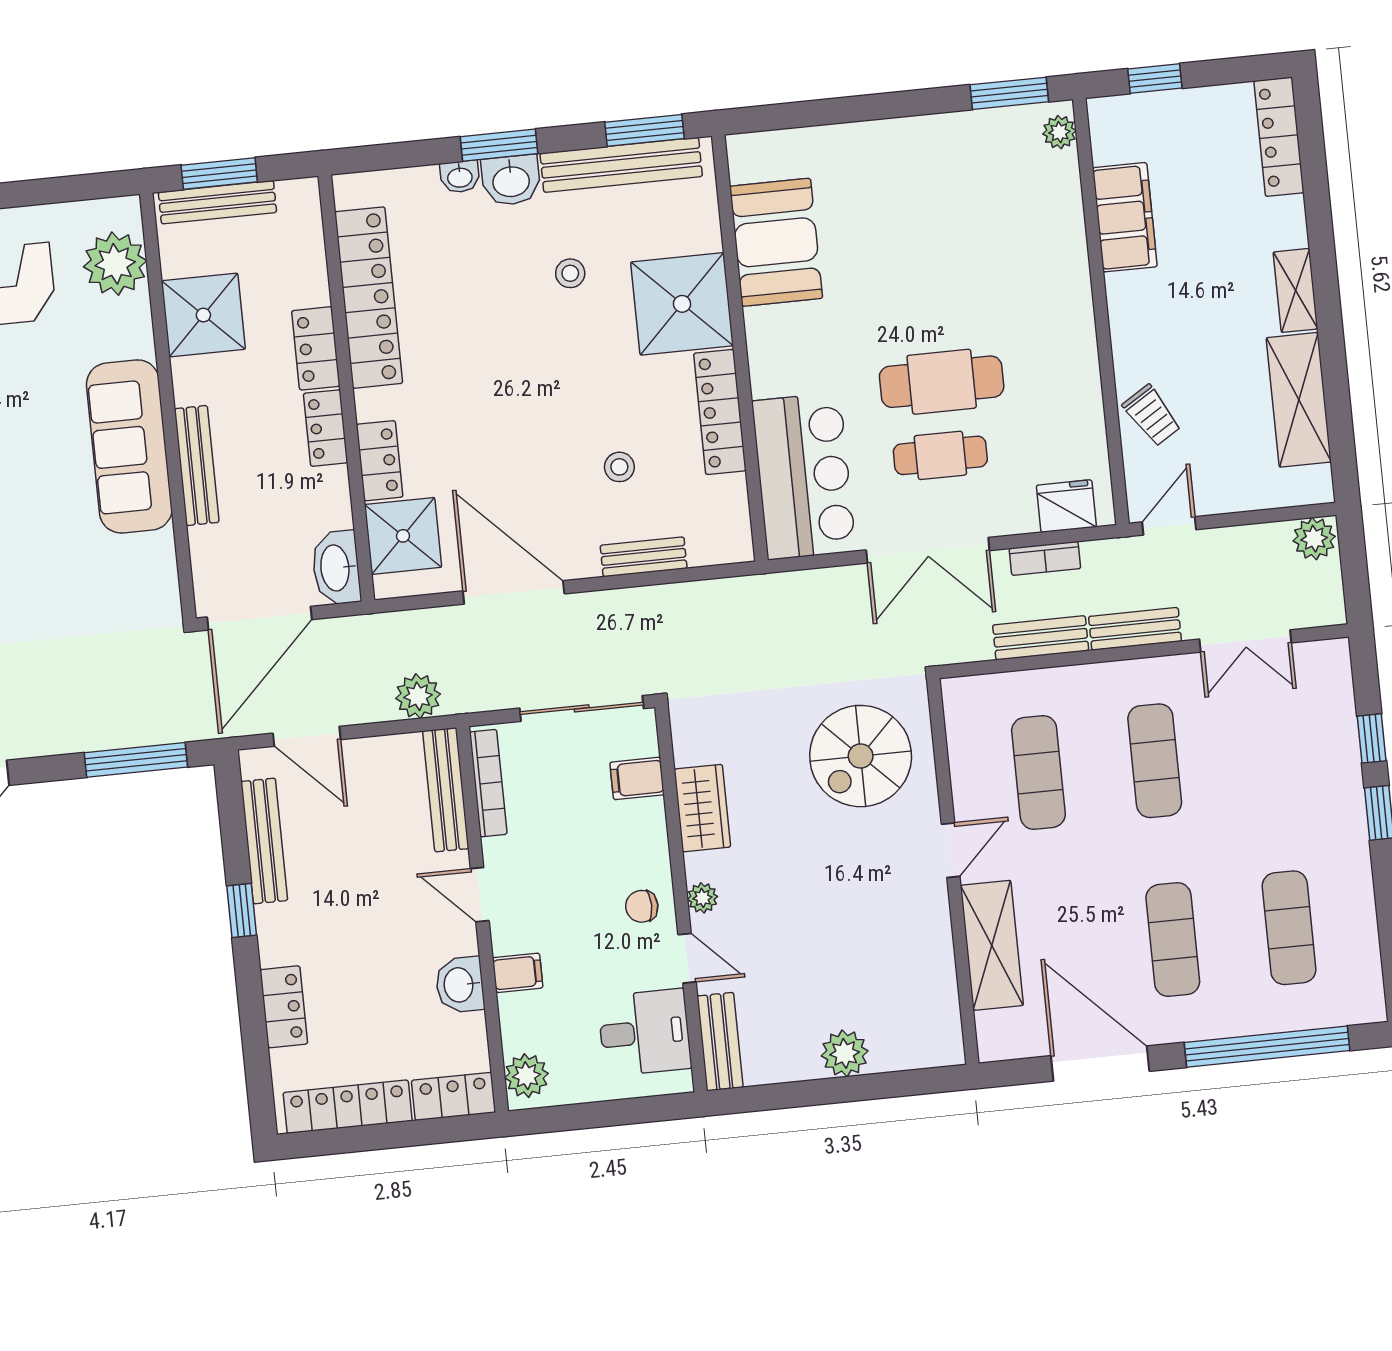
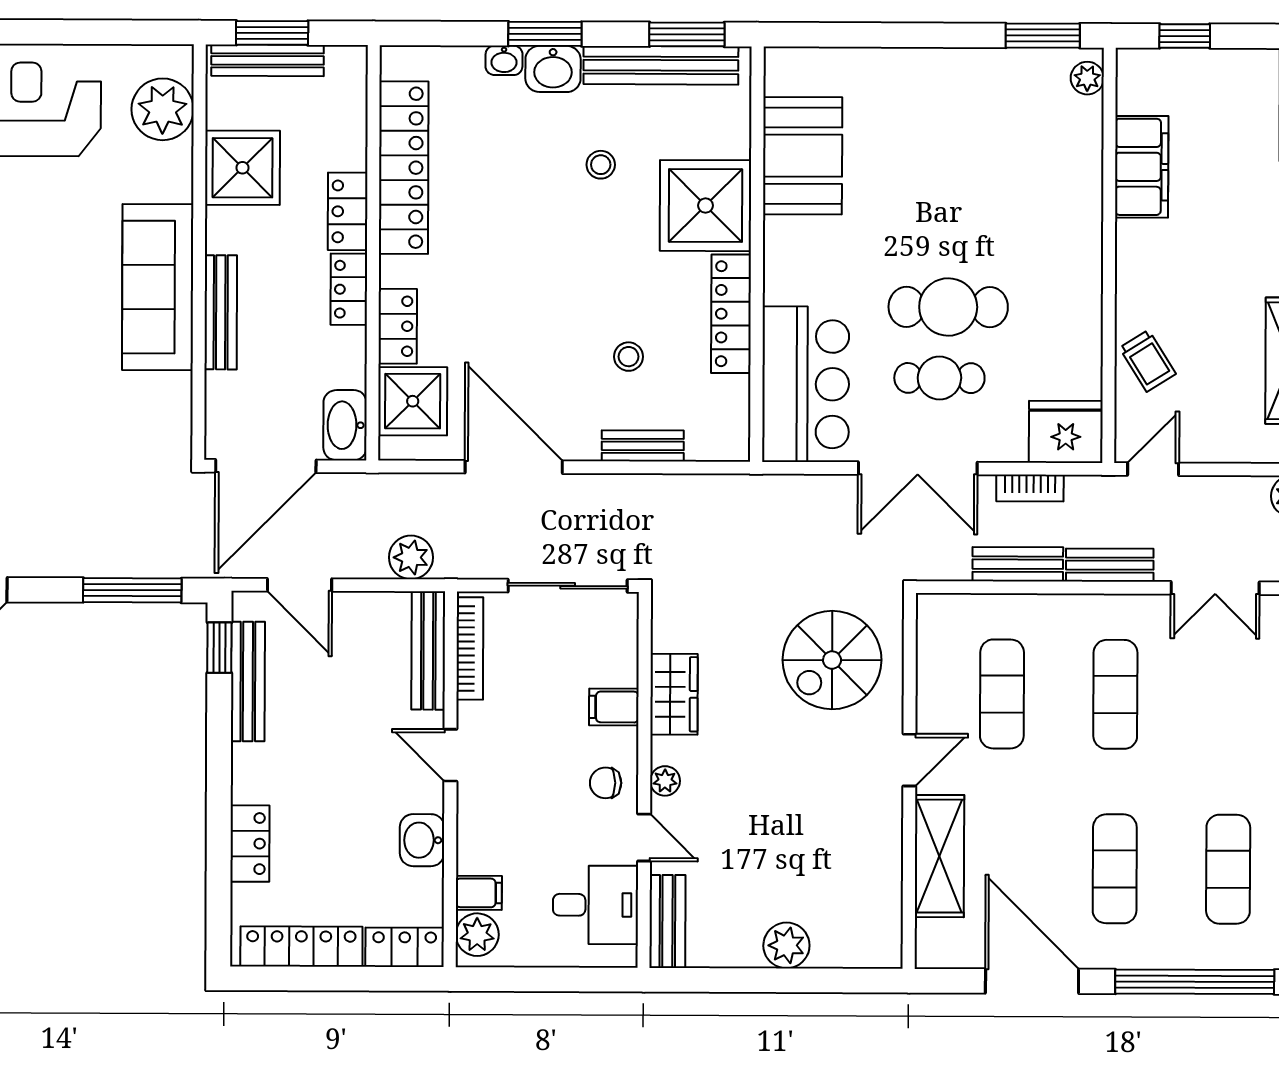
fridge: (1066, 506) -> (1066, 432), width x1.36, depth x1.34
filing cabinet: (637, 778) -> (614, 707), moved
window: (242, 911) -> (219, 648), moved
filing cabinet: (518, 973) -> (479, 893), moved

